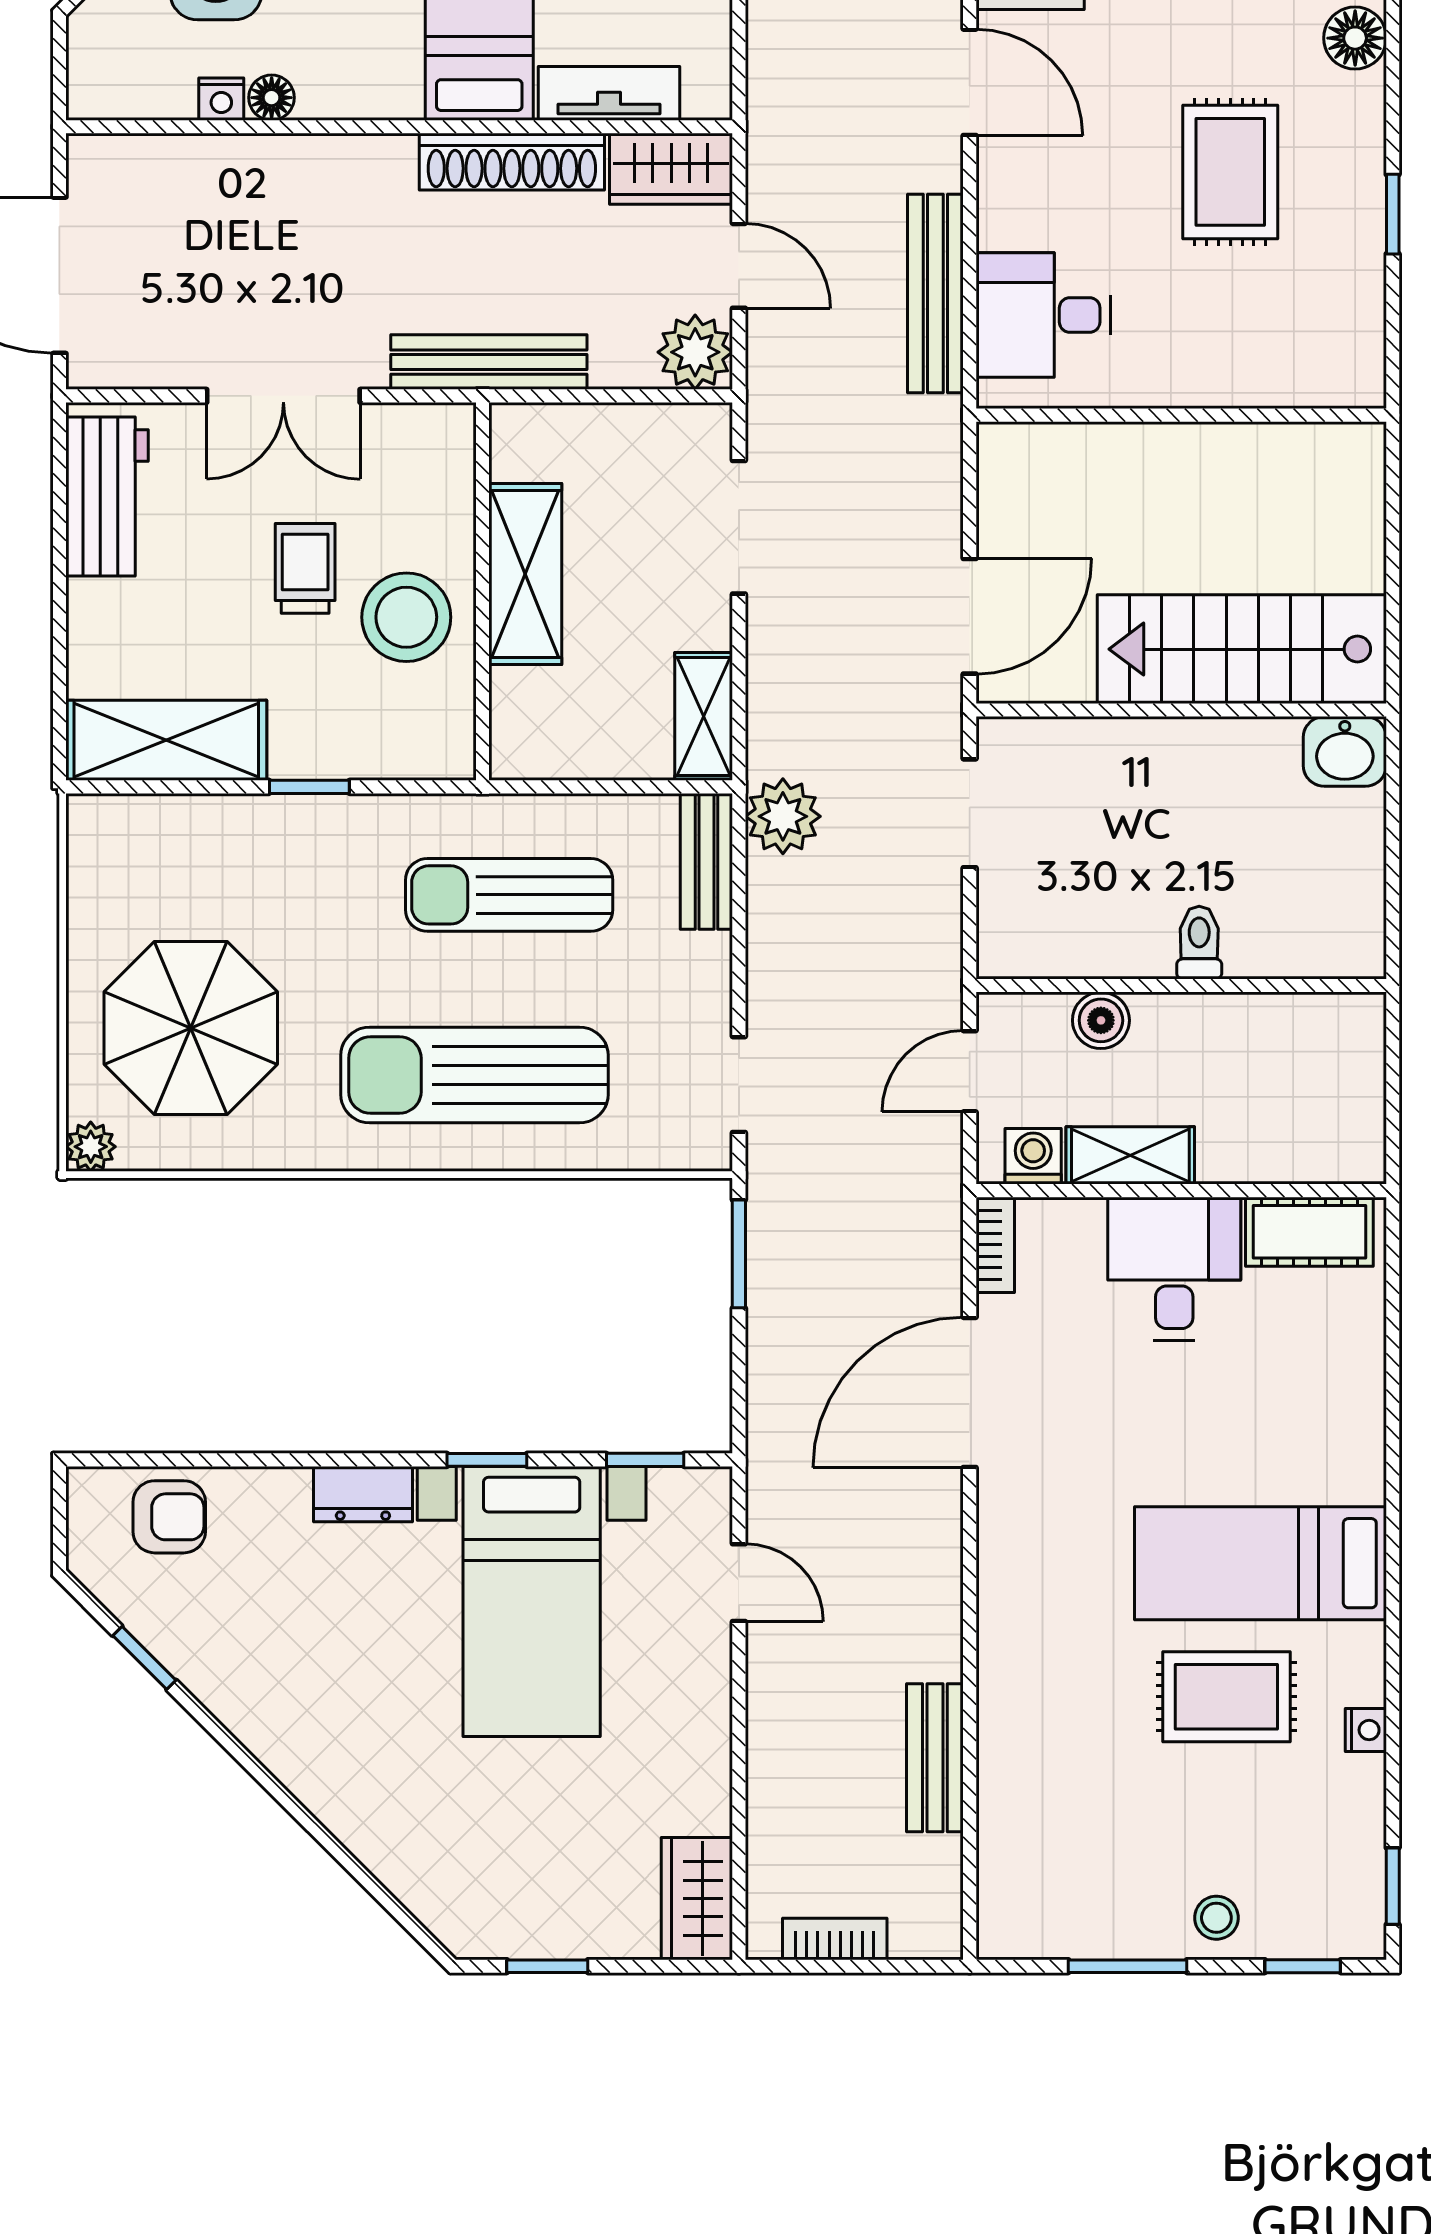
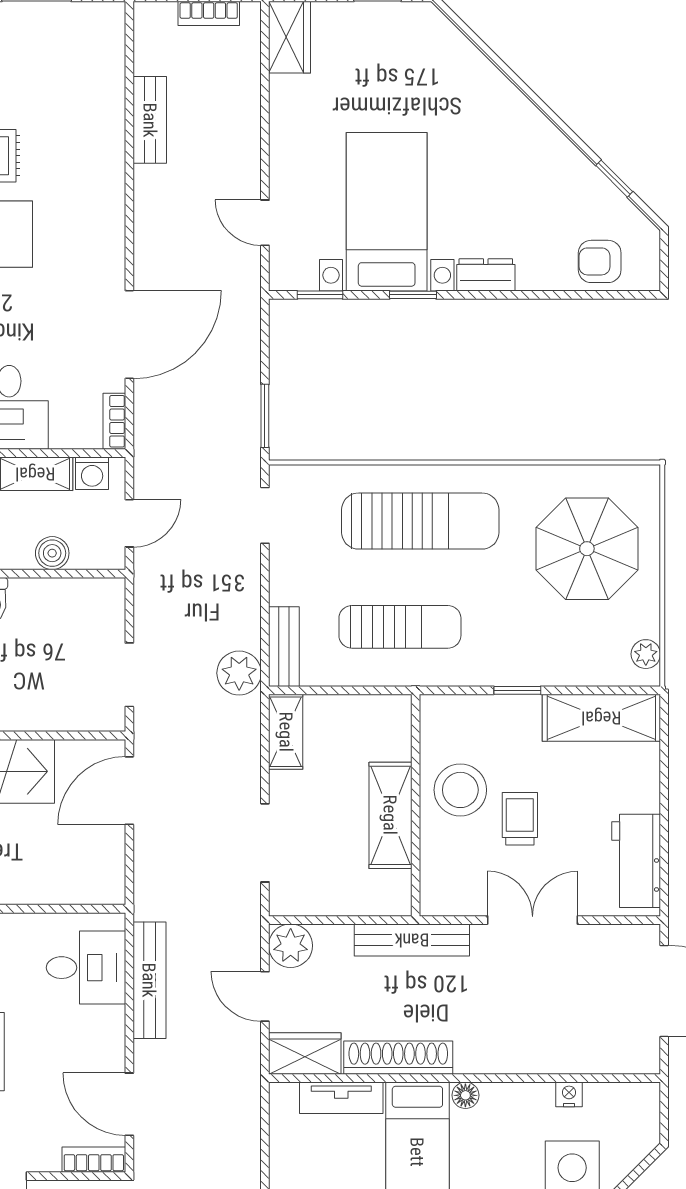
floor lamp: (272, 98) -> (465, 1095), moved
trolley: (305, 568) -> (520, 819), turned 180
plant: (91, 1147) -> (646, 654), moved

